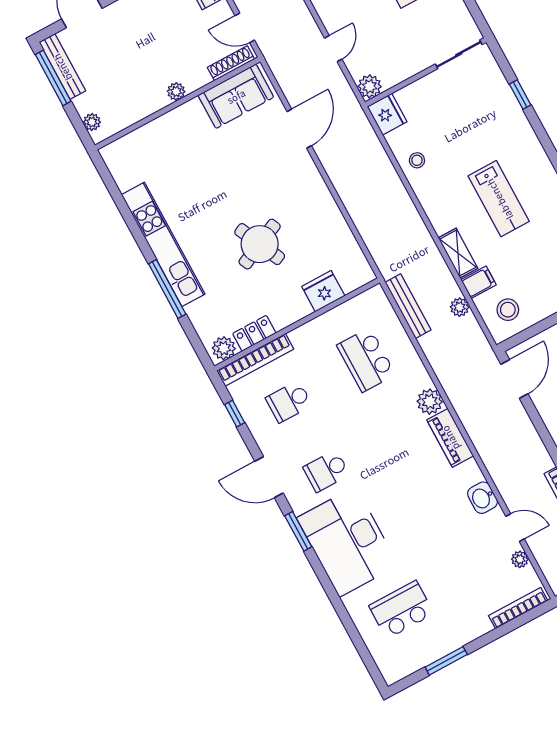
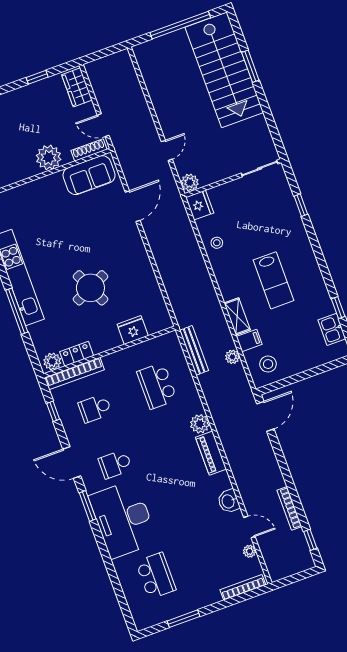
plant: (176, 91) -> (49, 157), width x1.88, depth x1.88
school desk: (401, 610) -> (156, 576), turned 90

